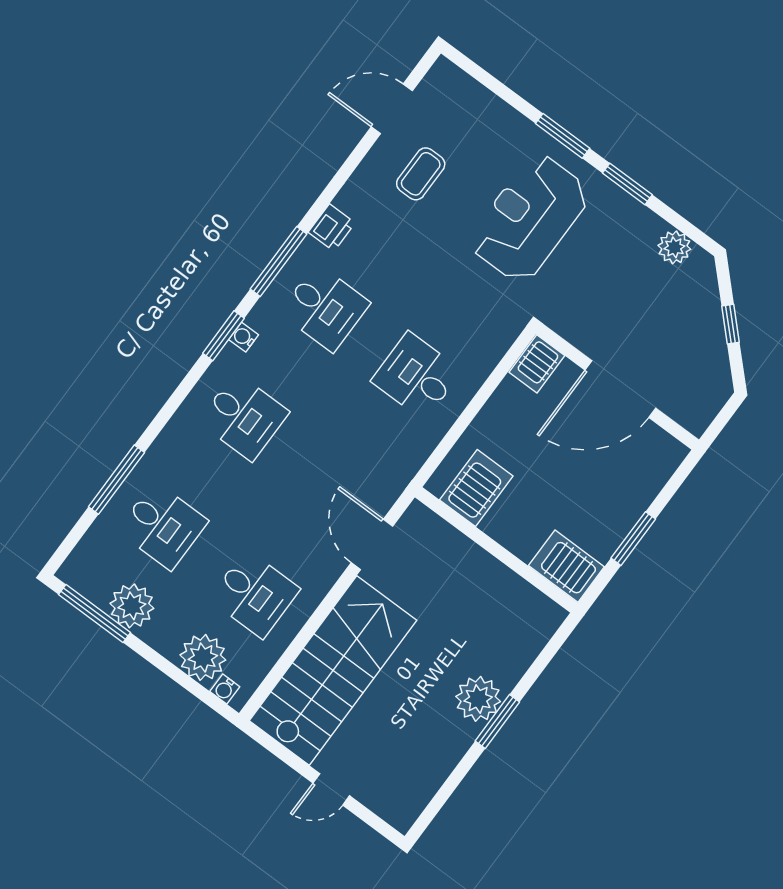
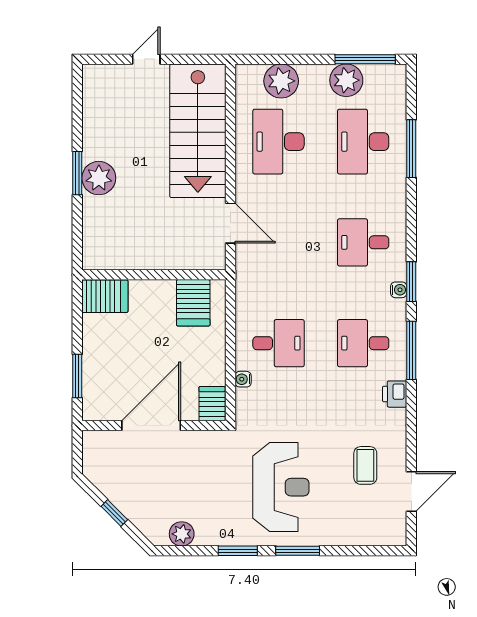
desk: (163, 526) -> (363, 142), width x1.37
window: (633, 539) -> (77, 376), moved
desk: (254, 594) -> (278, 142), width x1.37
water cooler: (225, 689) -> (243, 379), moved, turned -90

